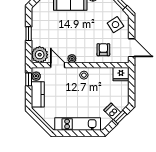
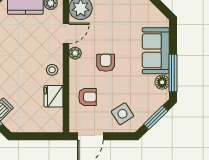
armchair: (79, 37) -> (106, 63), added
fridge: (121, 74) -> (54, 96), moved

